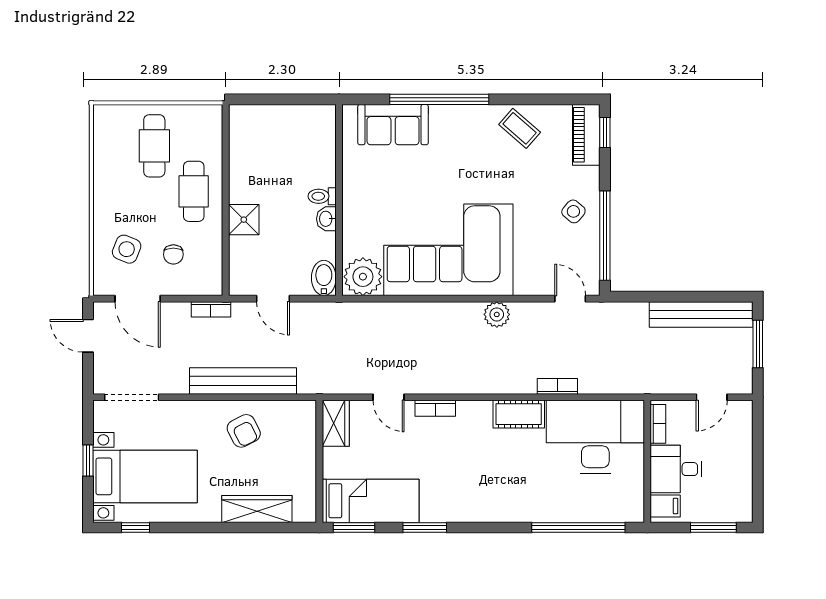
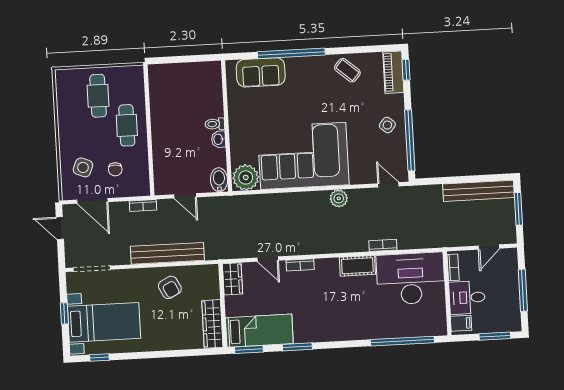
shower: (244, 220) -> (162, 143), removed
window: (758, 463) -> (523, 290), added
wardrobe: (257, 509) -> (212, 324), moved, turned -90

